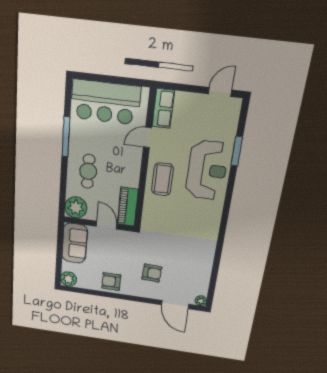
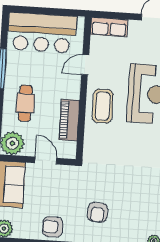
row of seats: (163, 109) -> (109, 27), moved, turned 90
piano: (128, 207) -> (69, 120), moved
armchair: (152, 273) -> (98, 212), turned 91

